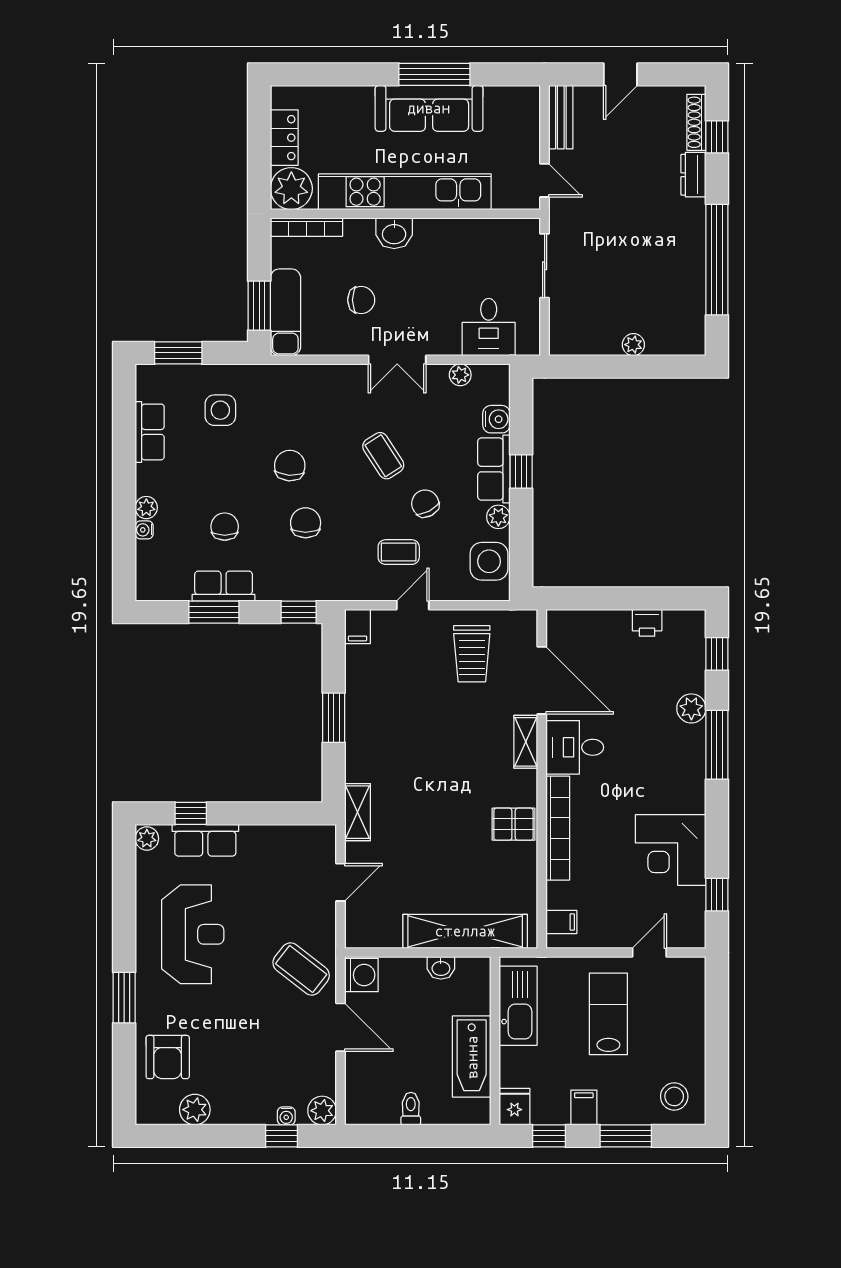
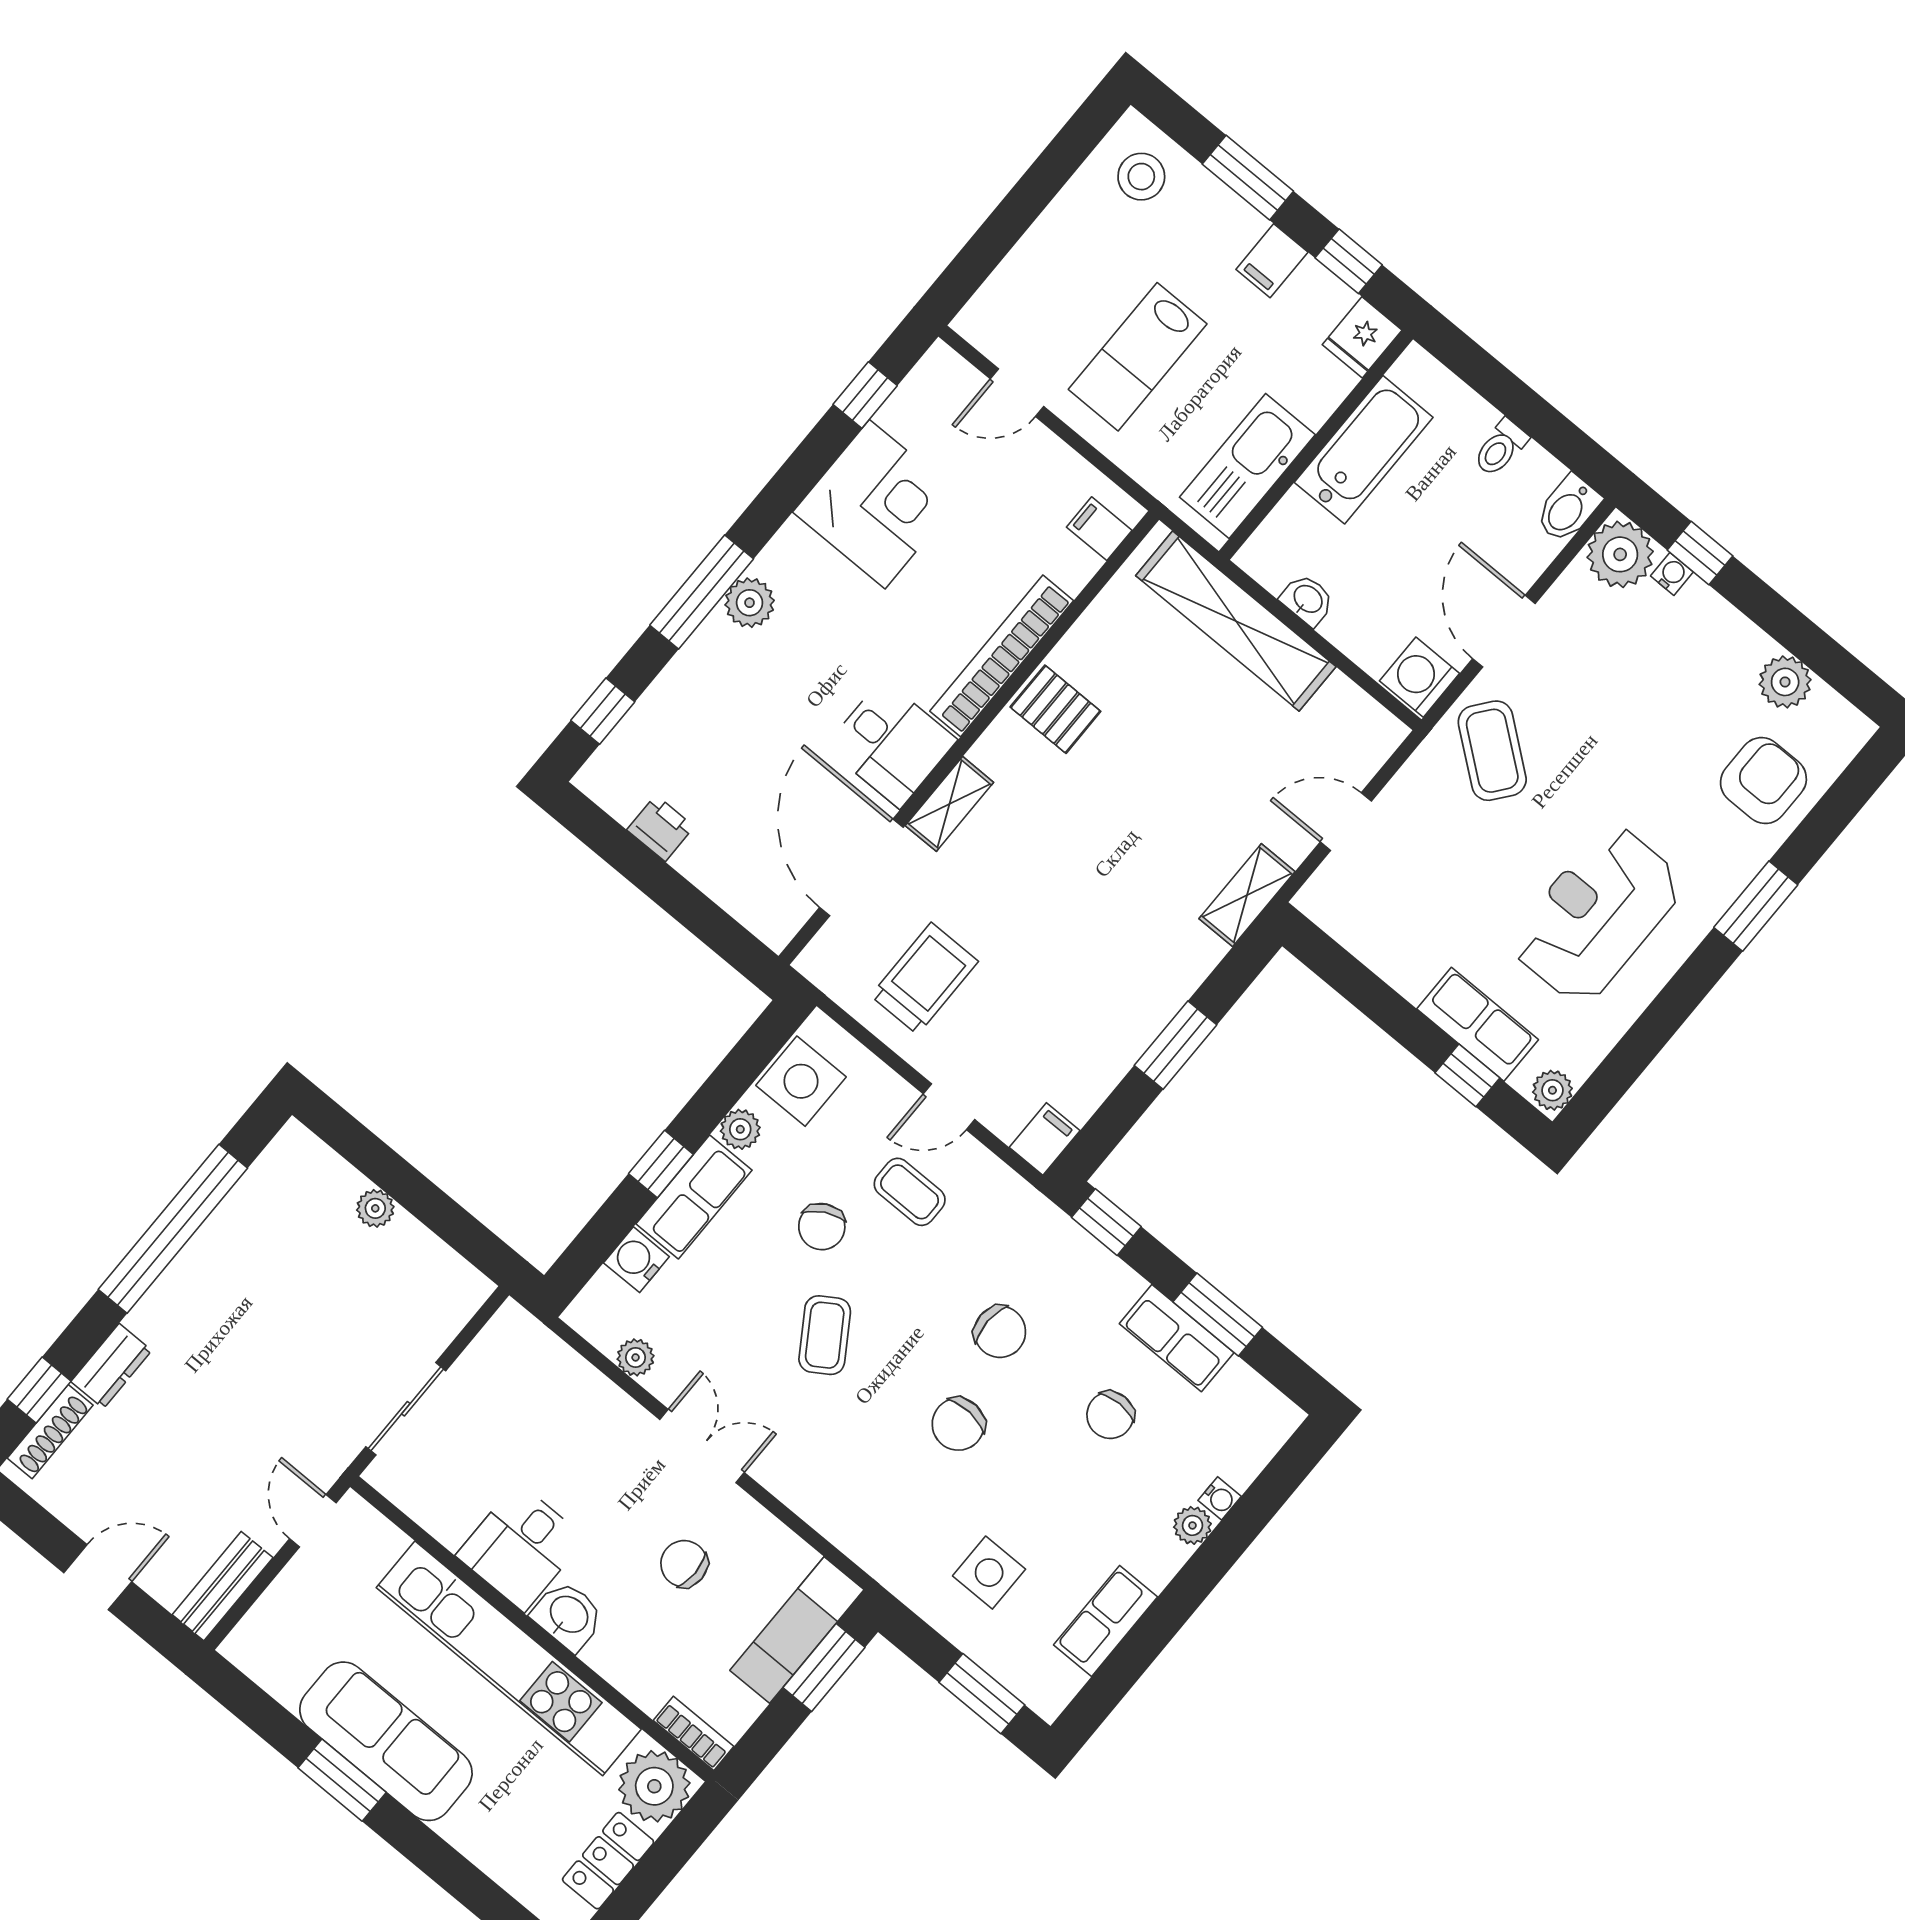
window: (434, 74) -> (342, 1780), width x0.69
bookcase: (306, 227) -> (694, 1733), width x0.64
desk: (489, 327) -> (521, 1547), moved, turned 180
chair: (306, 523) -> (1000, 1332), turned -89
plant: (691, 708) -> (750, 603), moved
bidet: (357, 1106) -> (1568, 509), added
plant: (322, 1111) -> (1620, 554), width x1.36, depth x1.36

